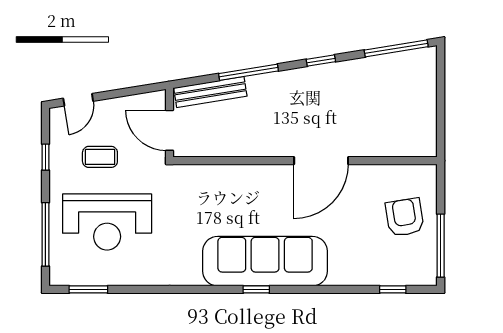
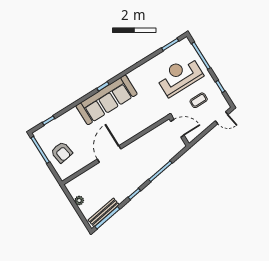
bench: (210, 92) -> (104, 212), moved
door: (78, 100) -> (222, 118), swing flipped
plant: (427, 111) -> (79, 201), added

